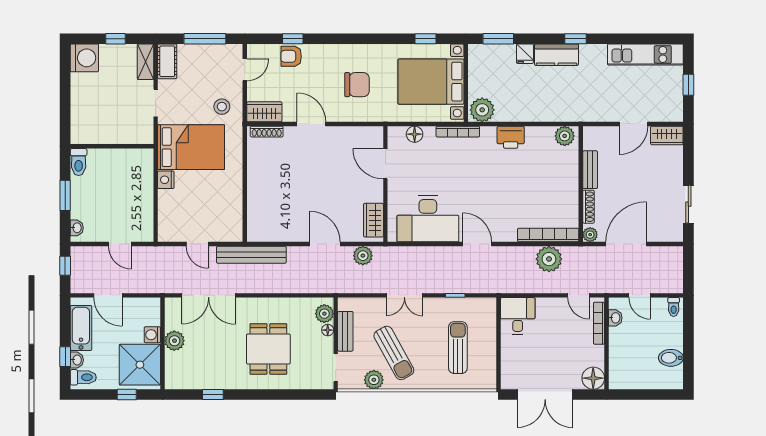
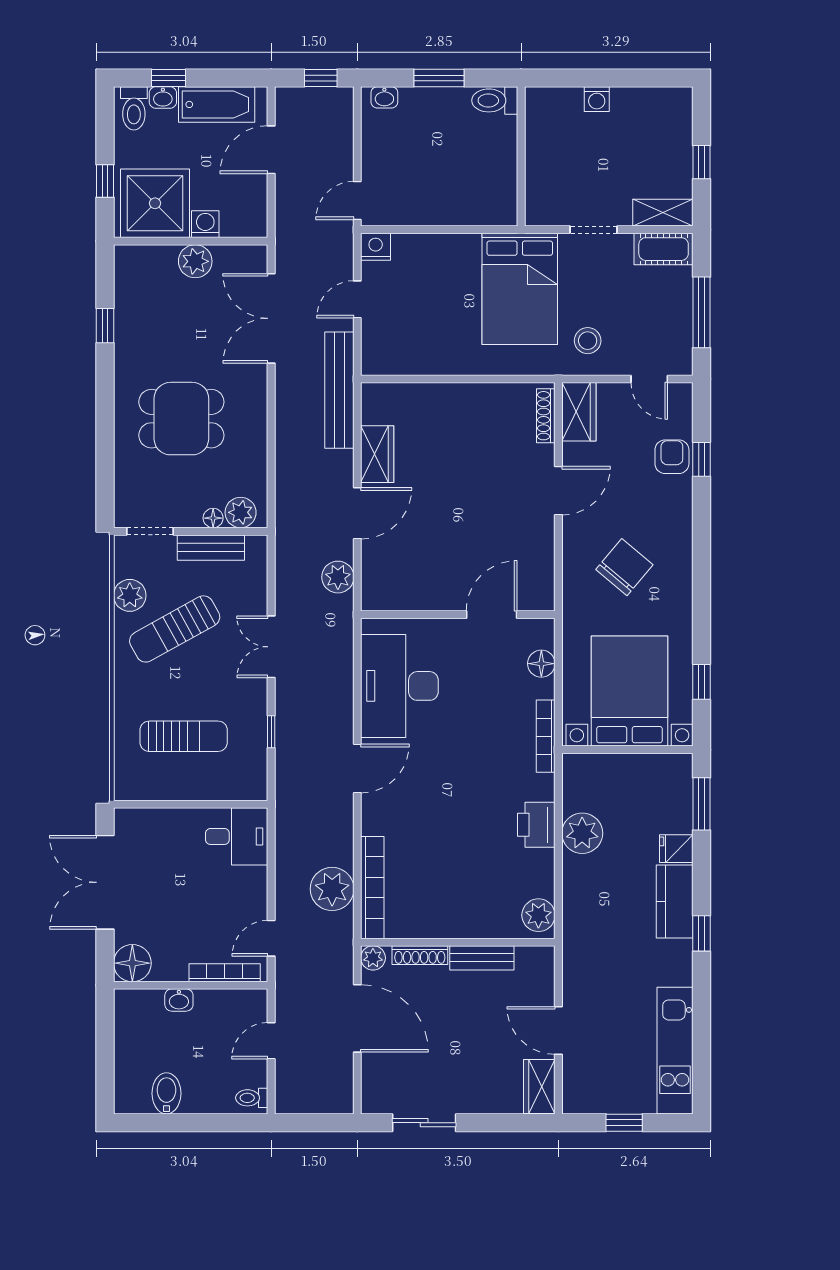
washing machine: (84, 58) -> (597, 99), moved, width x0.53, depth x0.53
chair: (357, 85) -> (624, 567), turned -140
plant: (482, 110) -> (582, 833), moved
nightstand: (166, 180) -> (376, 247), moved
wardrobe: (373, 220) -> (377, 454), moved, turned 90
door: (120, 244) -> (357, 200), moved
washbasin: (615, 318) -> (179, 1000), moved

